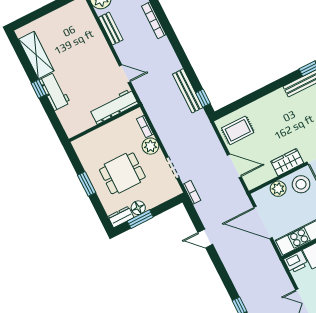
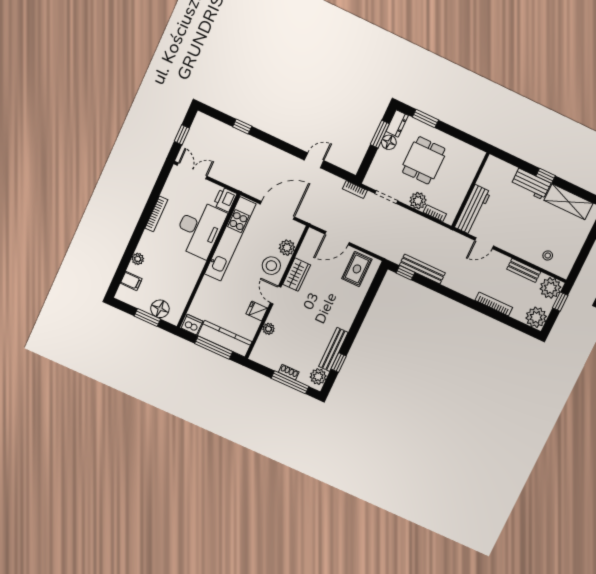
stool: (84, 26) -> (548, 256), added
window: (87, 184) -> (425, 119), moved

